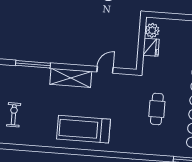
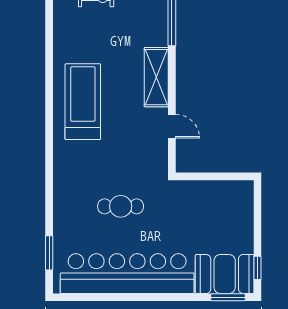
plant: (152, 30) -> (235, 191), removed
fridge: (151, 47) -> (210, 191), removed

